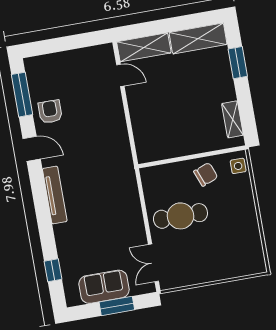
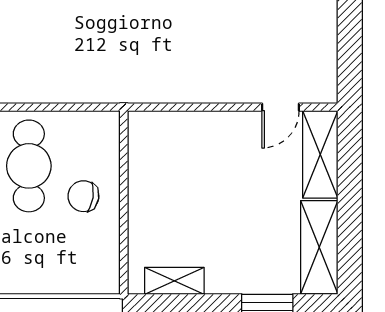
side table: (238, 166) -> (95, 276), removed
chair: (206, 174) -> (83, 196), moved, turned 120

